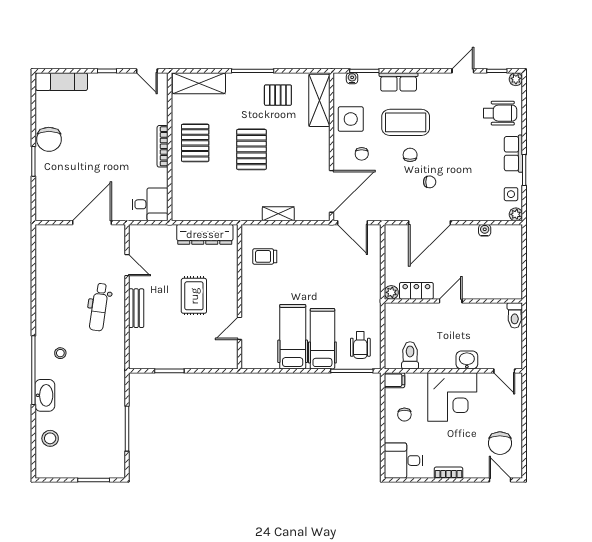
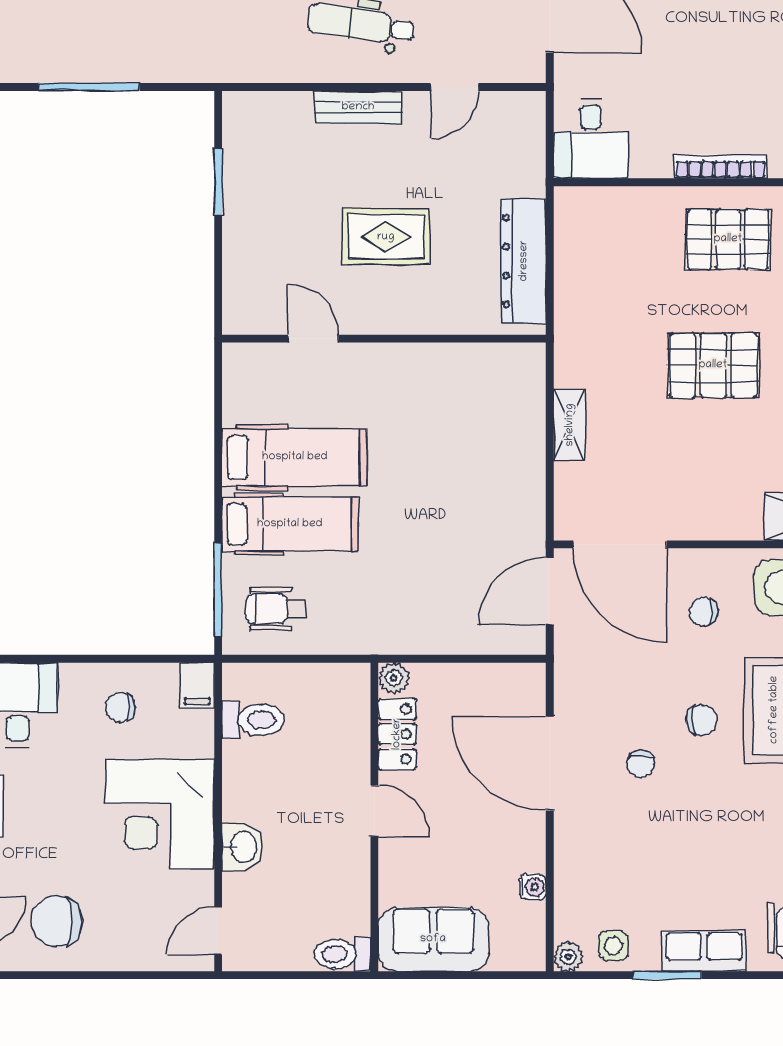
trolley: (265, 256) -> (474, 395), removed
sofa: (508, 275) -> (433, 939), added

